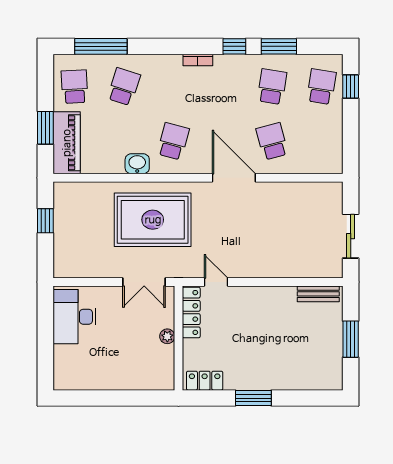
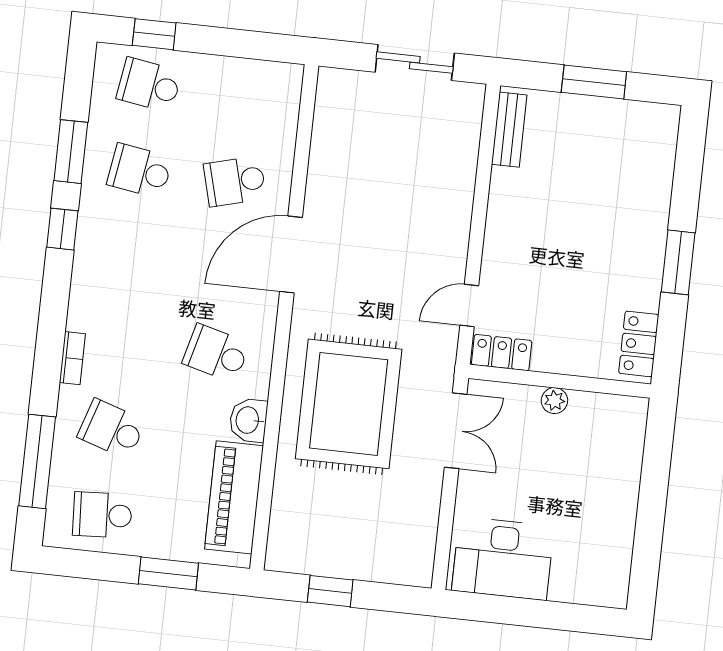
bookcase: (198, 60) -> (72, 358), moved
piano: (67, 143) -> (234, 497), moved, turned -90
locker: (191, 312) -> (502, 353), width x0.66

